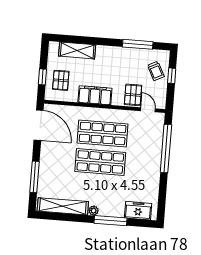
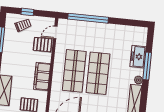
freezer: (138, 211) -> (138, 57), moved

